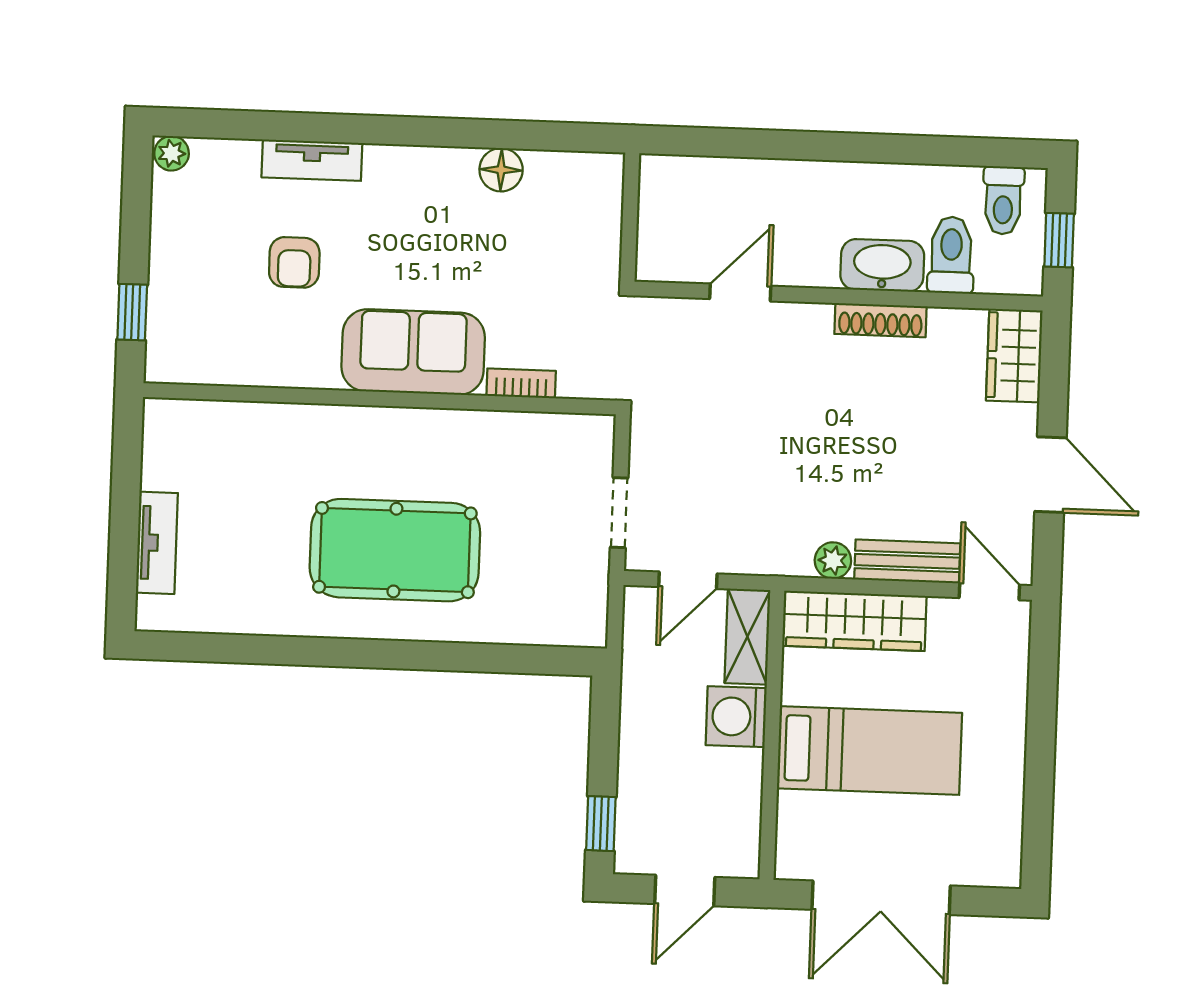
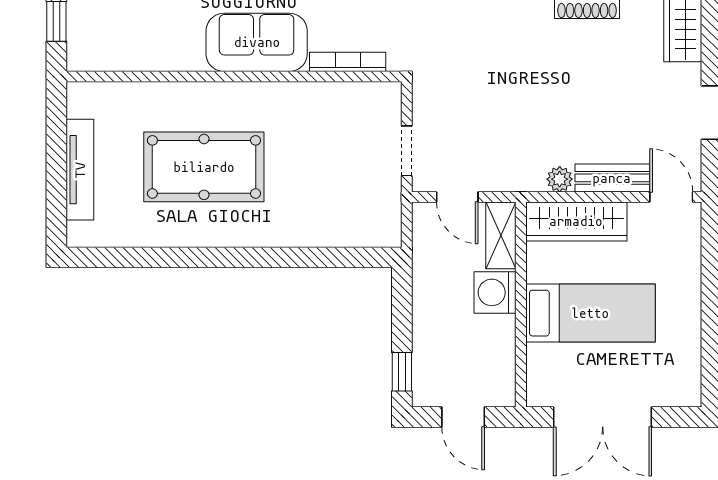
bookcase: (521, 383) -> (348, 62), width x1.56
tv unit: (157, 543) -> (80, 170), width x1.41
pool table: (395, 550) -> (204, 167), moved
door: (688, 580) -> (457, 197), hinge flipped
door: (685, 890) -> (463, 417), hinge flipped

